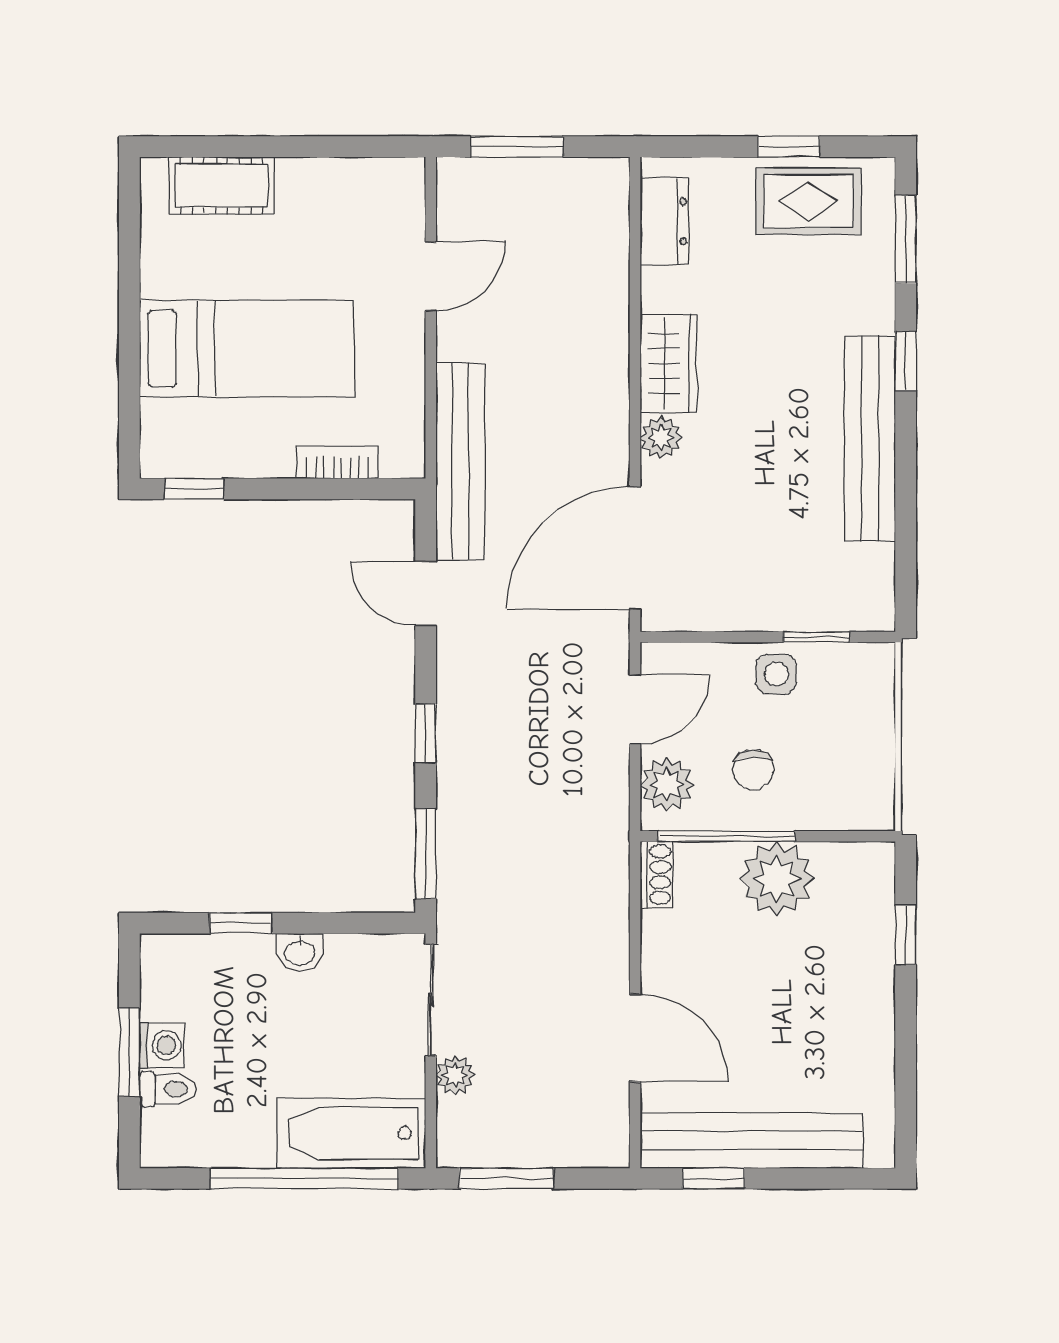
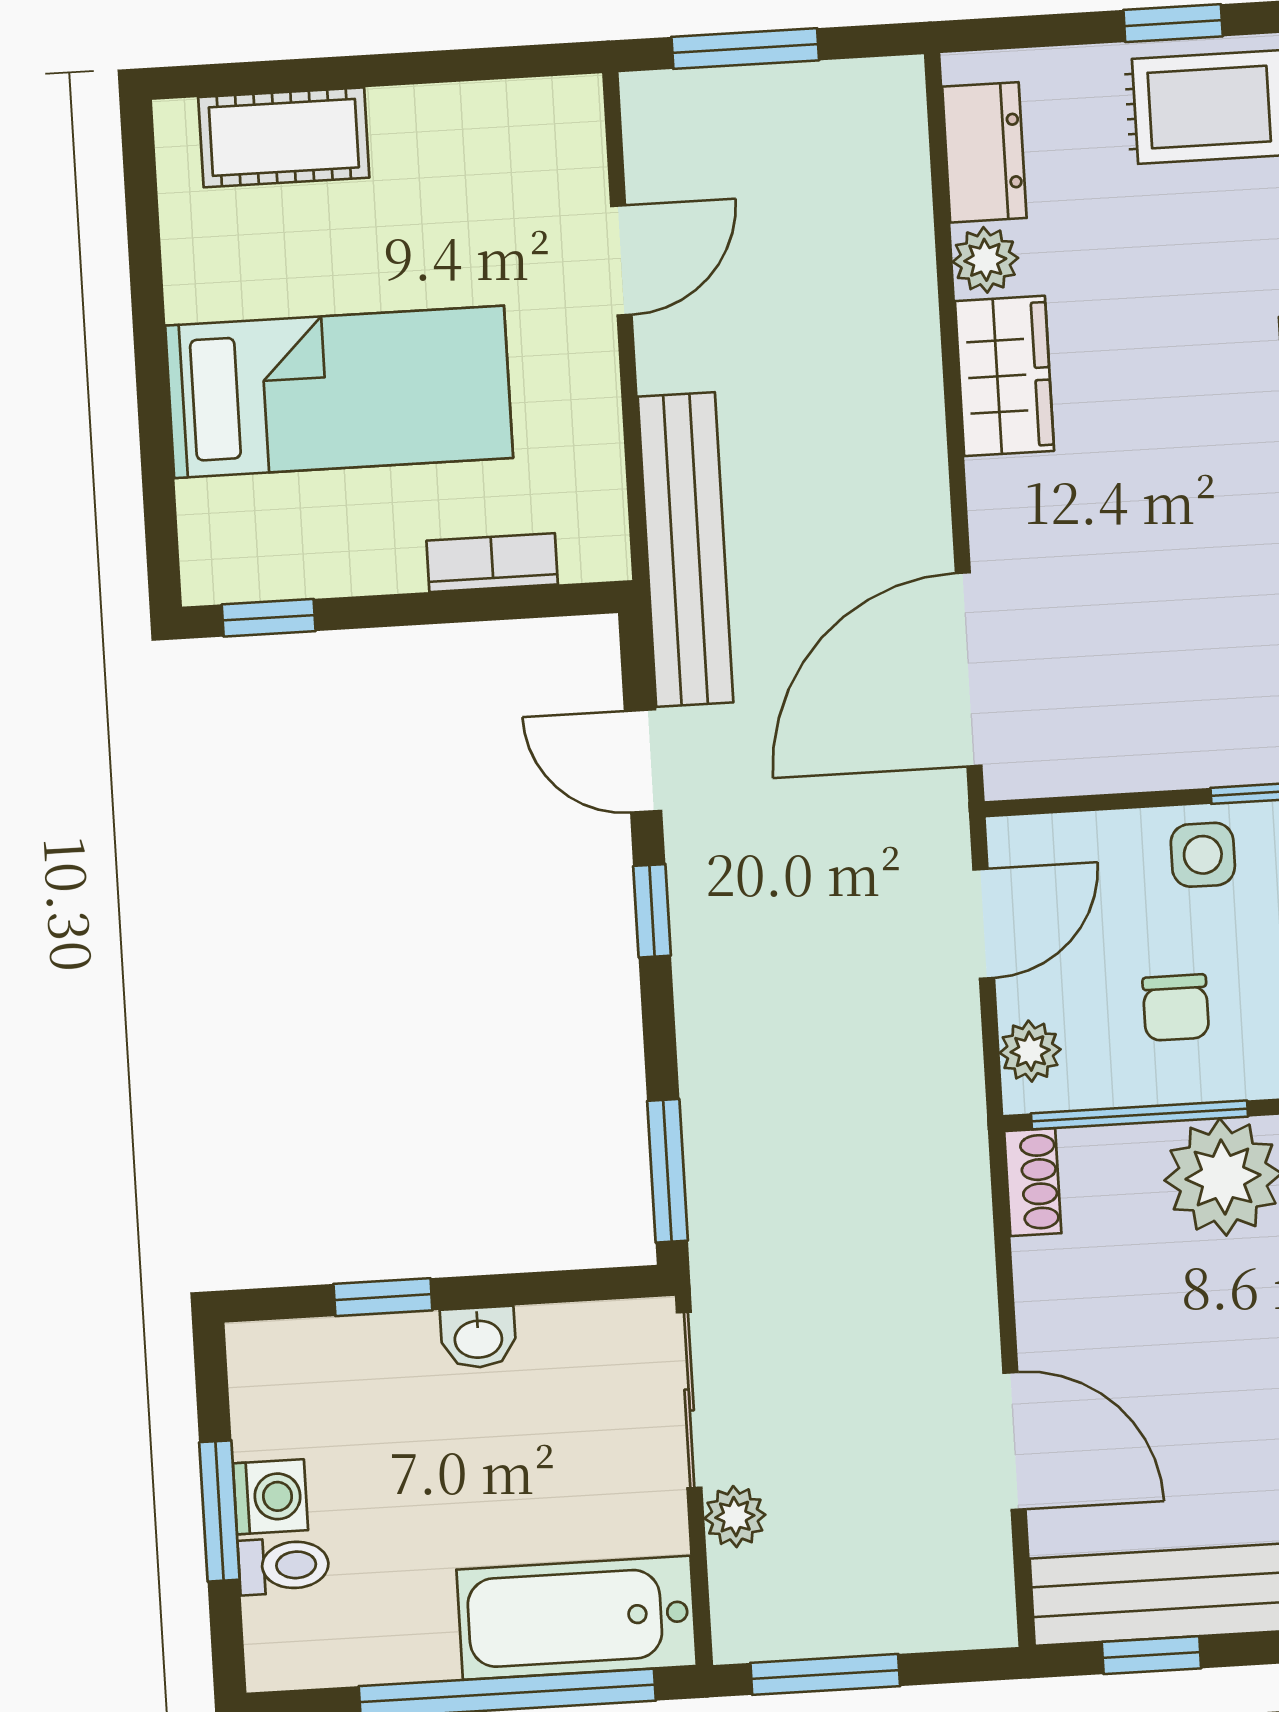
plant: (661, 438) -> (985, 260), moved
window: (426, 733) -> (652, 911), moved
plant: (667, 784) -> (1030, 1051), width x0.73, depth x0.73

